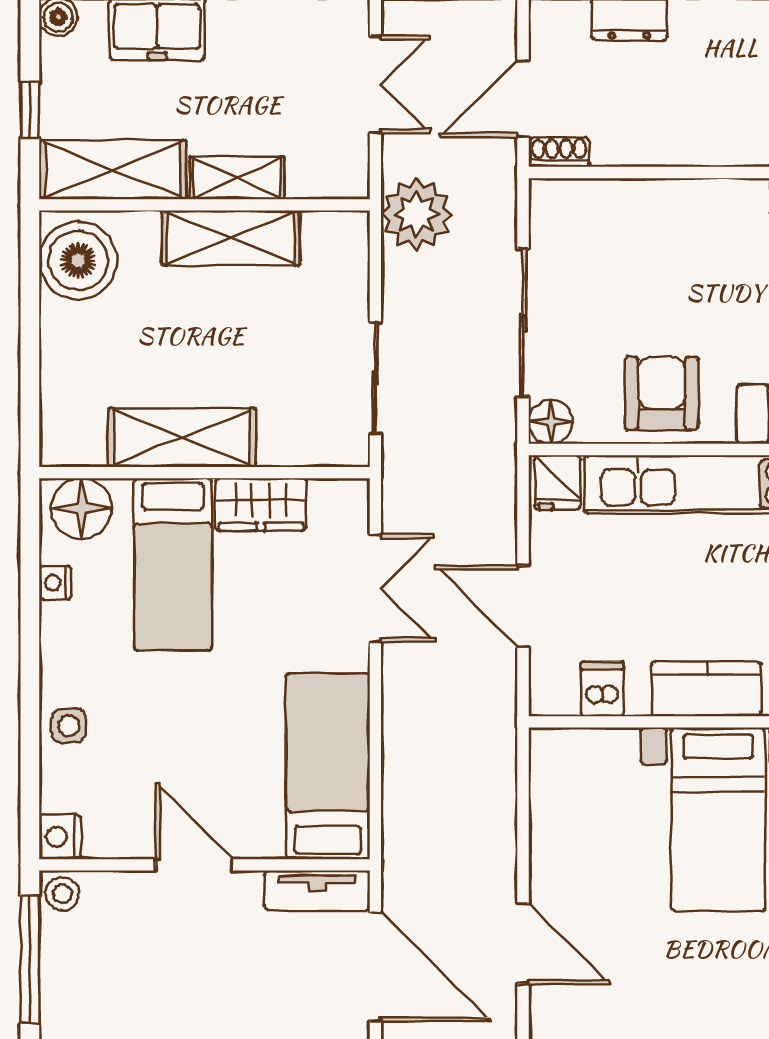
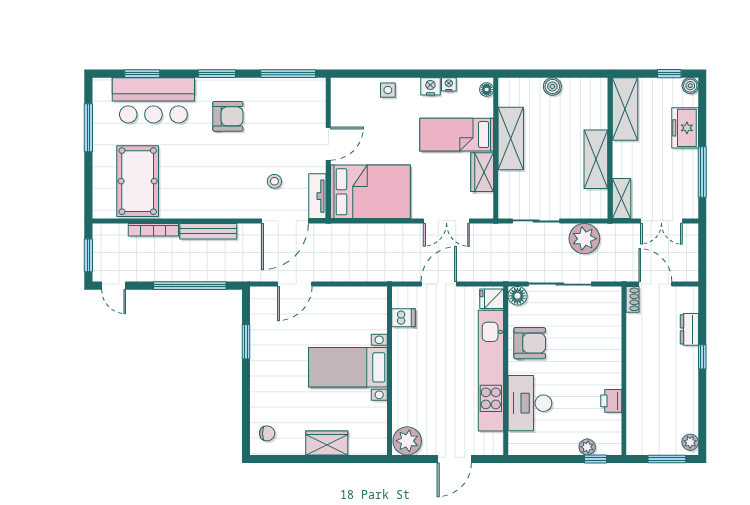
window: (30, 110) -> (669, 74), moved
shelving: (237, 178) -> (622, 198), moved
plant: (417, 214) -> (584, 239), moved
boiler: (78, 261) -> (552, 86), moved, width x0.54, depth x0.54
floor lamp: (82, 508) -> (487, 89), width x0.53, depth x0.53
kitchen counter: (706, 689) -> (403, 362), removed
bed: (328, 766) -> (370, 192), width x1.50
nightstand: (60, 837) -> (430, 86), moved
stool: (62, 894) -> (274, 181), moved

